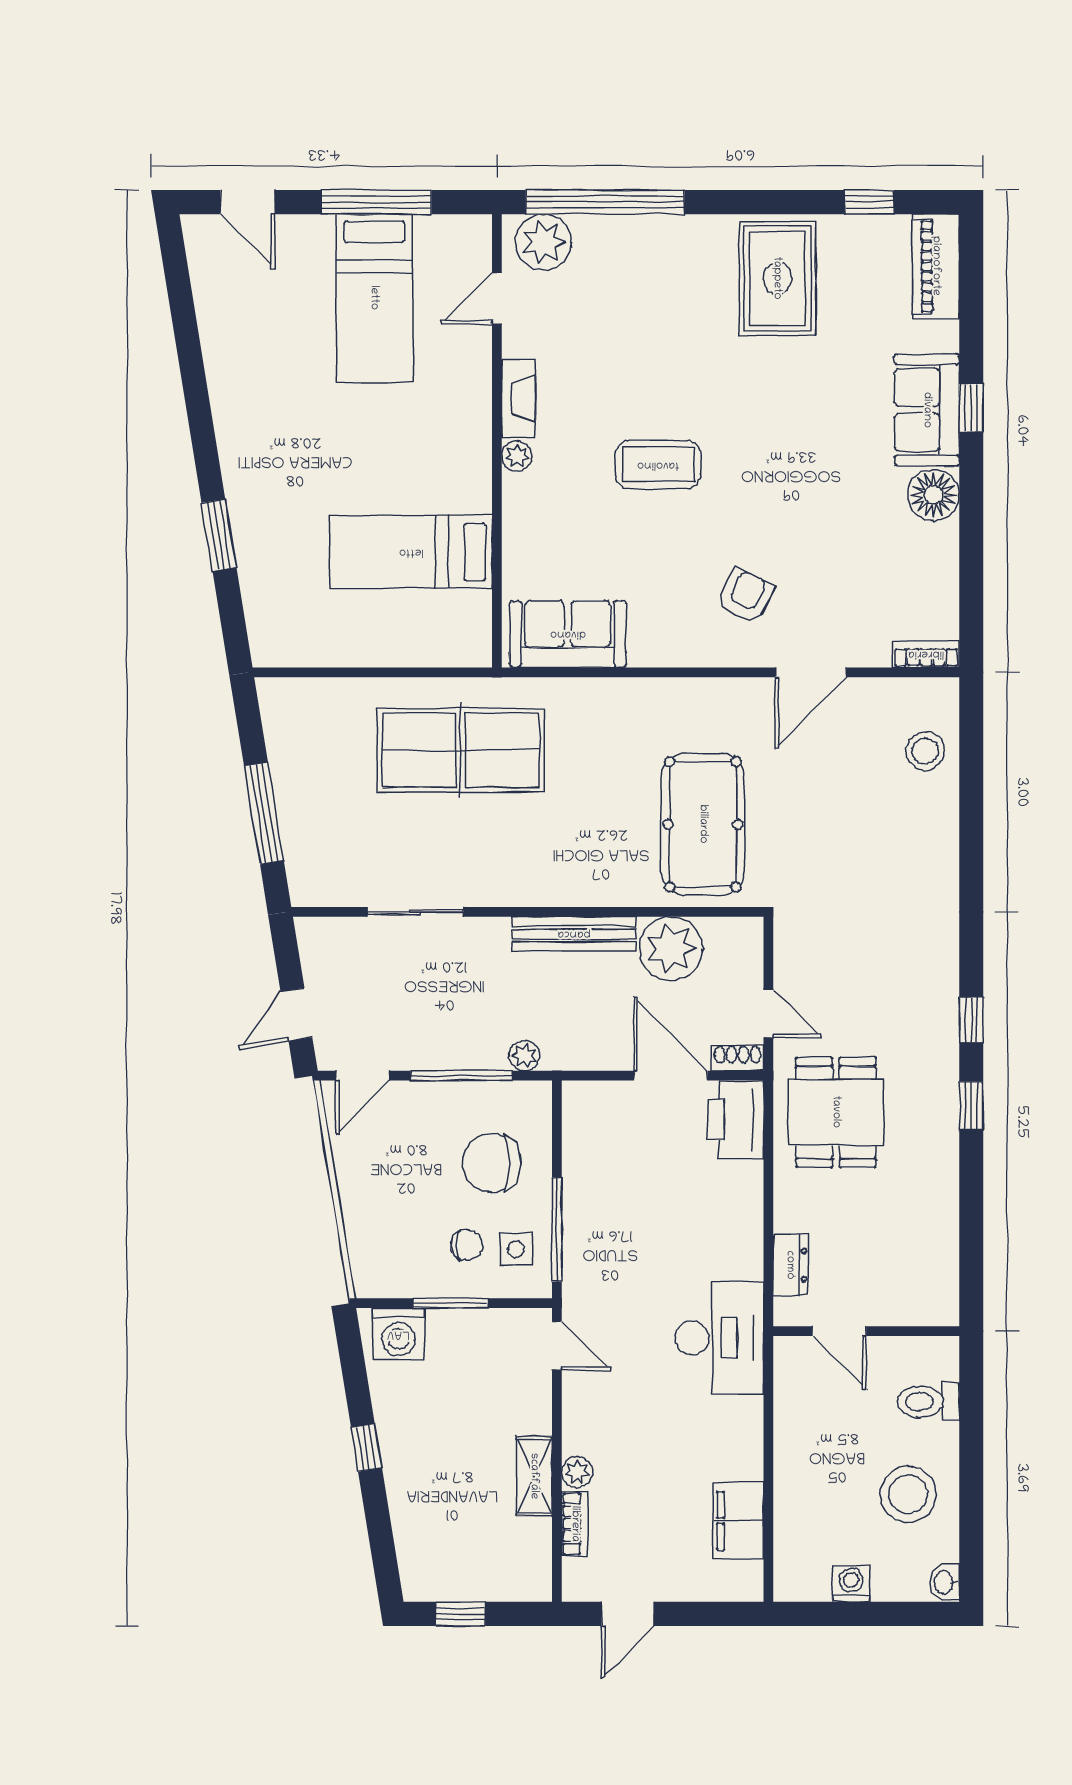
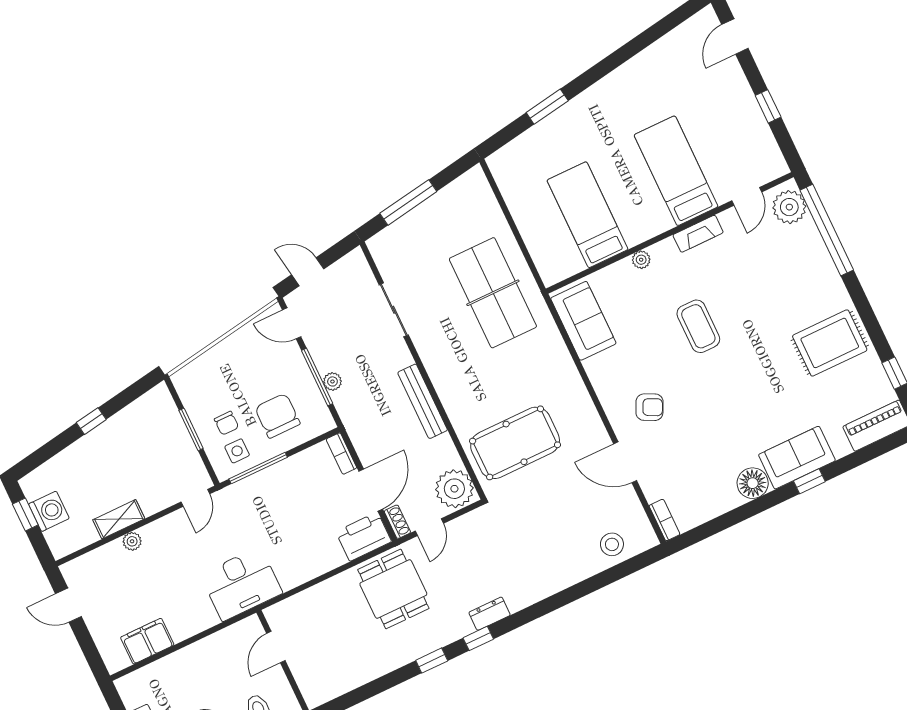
window: (376, 202) -> (768, 106), width x0.46
bed: (374, 298) -> (676, 171), moved, turned 90
door: (497, 299) -> (747, 196), swing flipped
plant: (517, 456) -> (641, 260), moved
plant: (671, 949) -> (454, 489), moved
plant: (525, 1056) -> (332, 381), moved
dining table: (836, 1112) -> (393, 589), turned 90
dresser: (790, 1265) -> (490, 614), moved, turned 180
washing machine: (398, 1334) -> (49, 511), moved, turned 180
bookcase: (575, 1524) -> (341, 454), moved, turned 90

